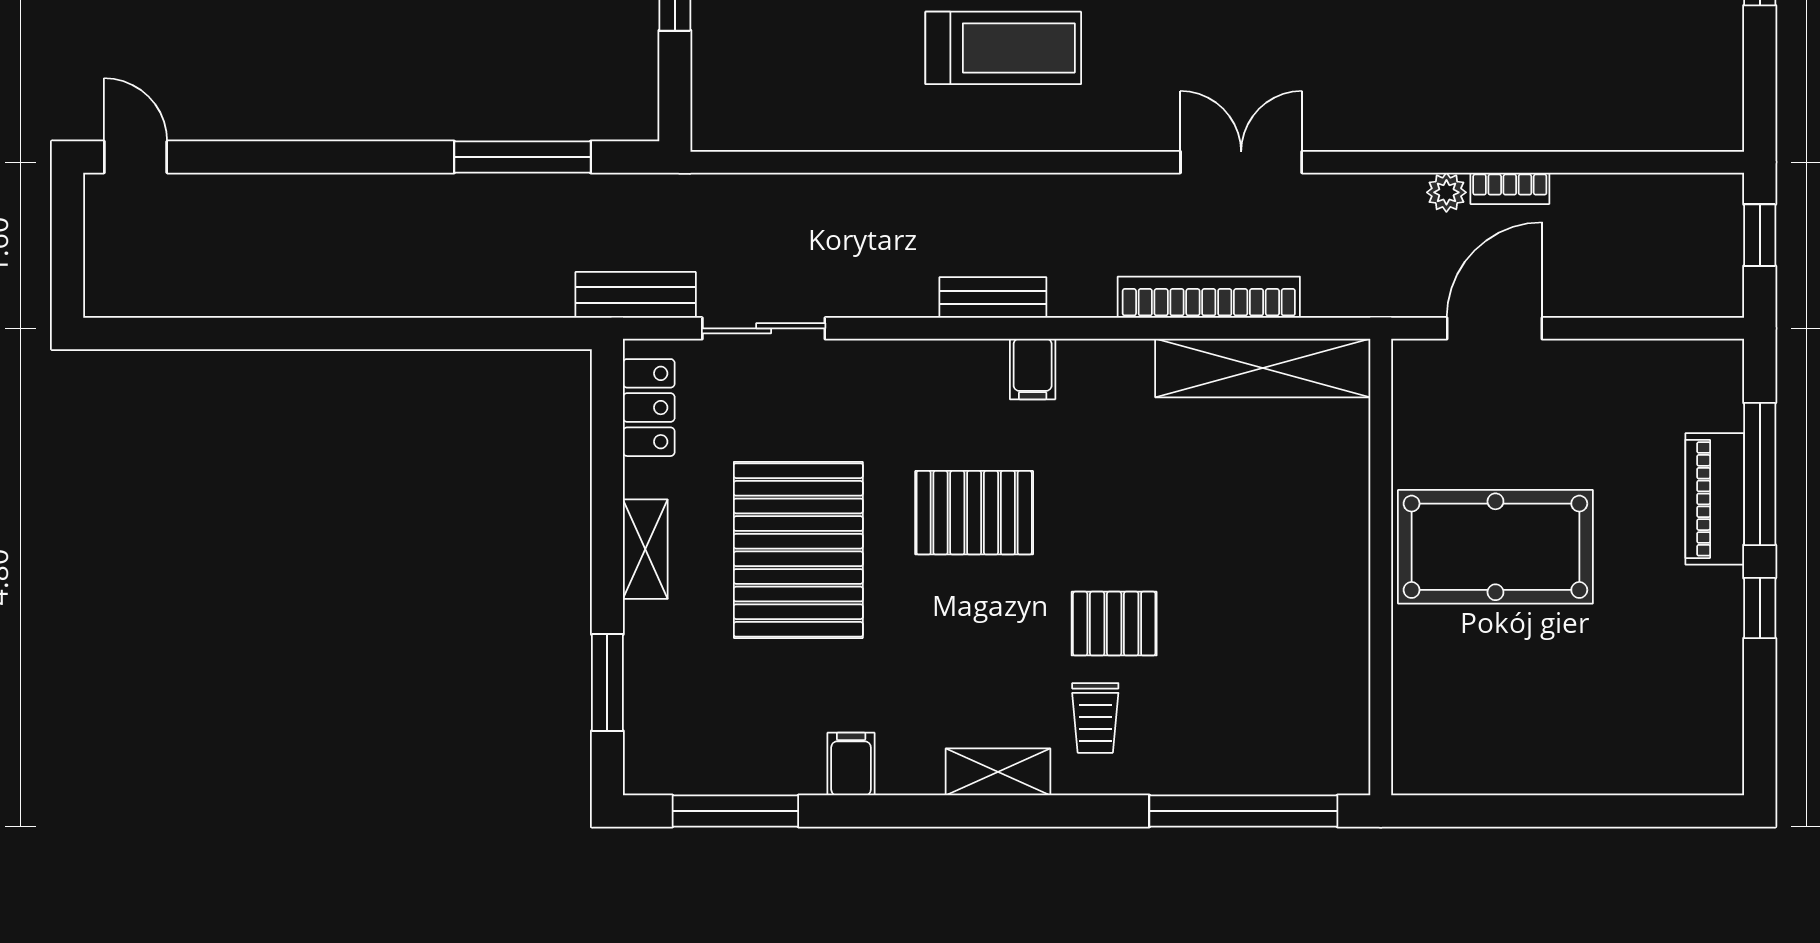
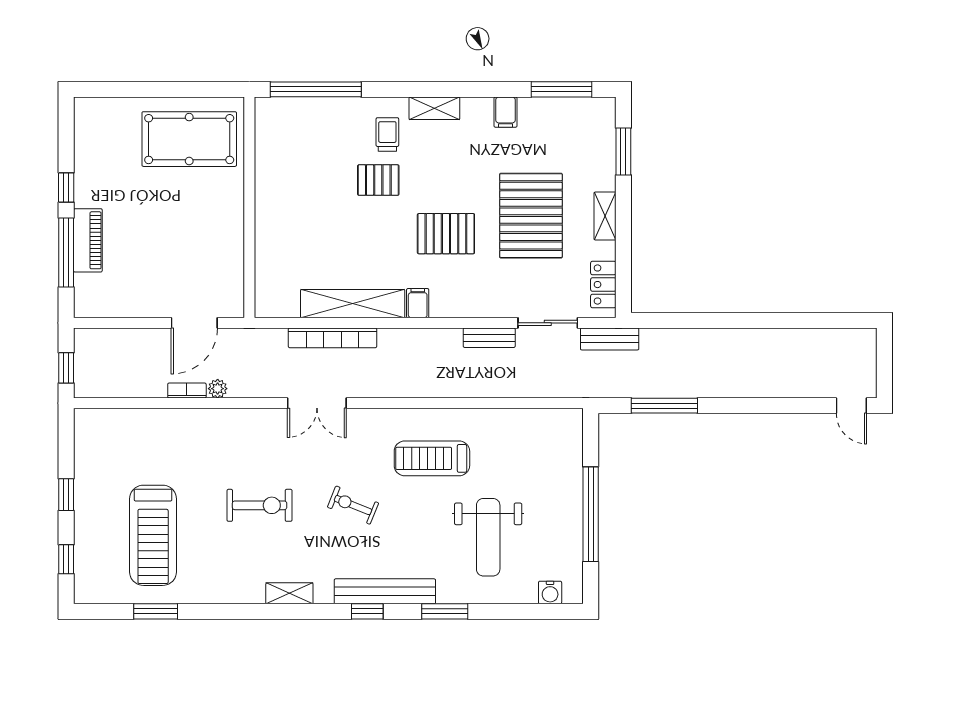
bench: (993, 298) -> (489, 338), moved
shelving: (1263, 368) -> (353, 304), moved
pool table: (1495, 547) -> (189, 139), moved

